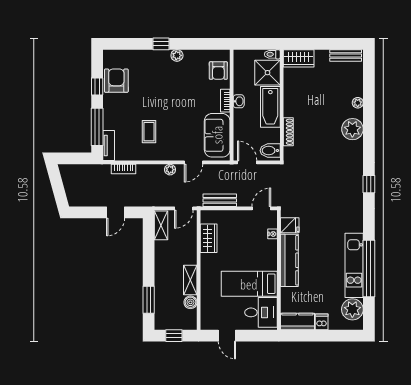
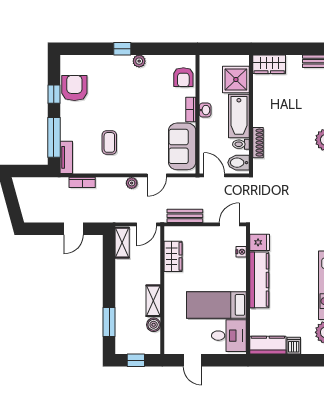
toilet: (272, 54) -> (241, 144), moved

